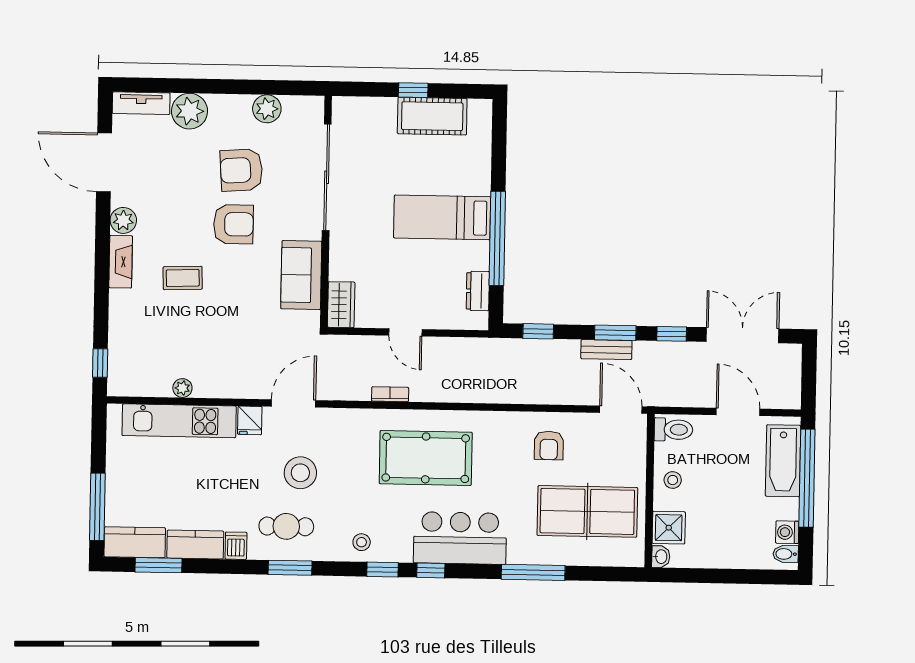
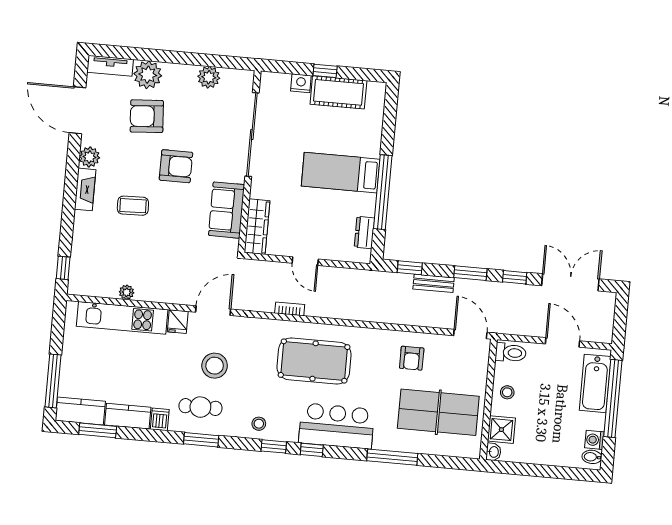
nightstand: (384, 108) -> (301, 83), added
armchair: (241, 170) -> (147, 116), moved
wardrobe: (341, 305) -> (257, 227), width x1.50
bench: (606, 350) -> (434, 283), moved

